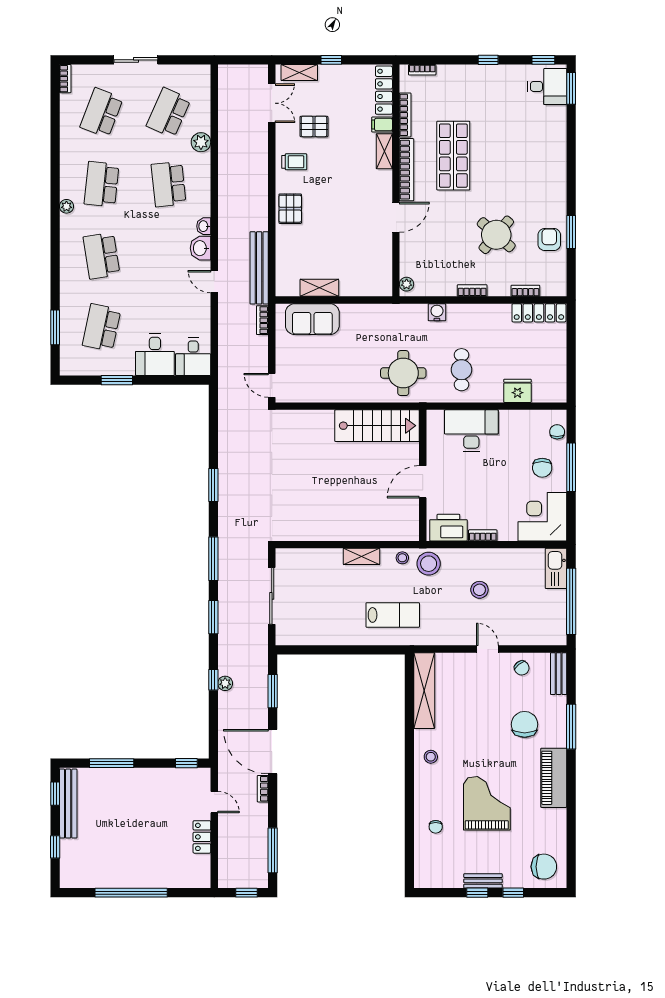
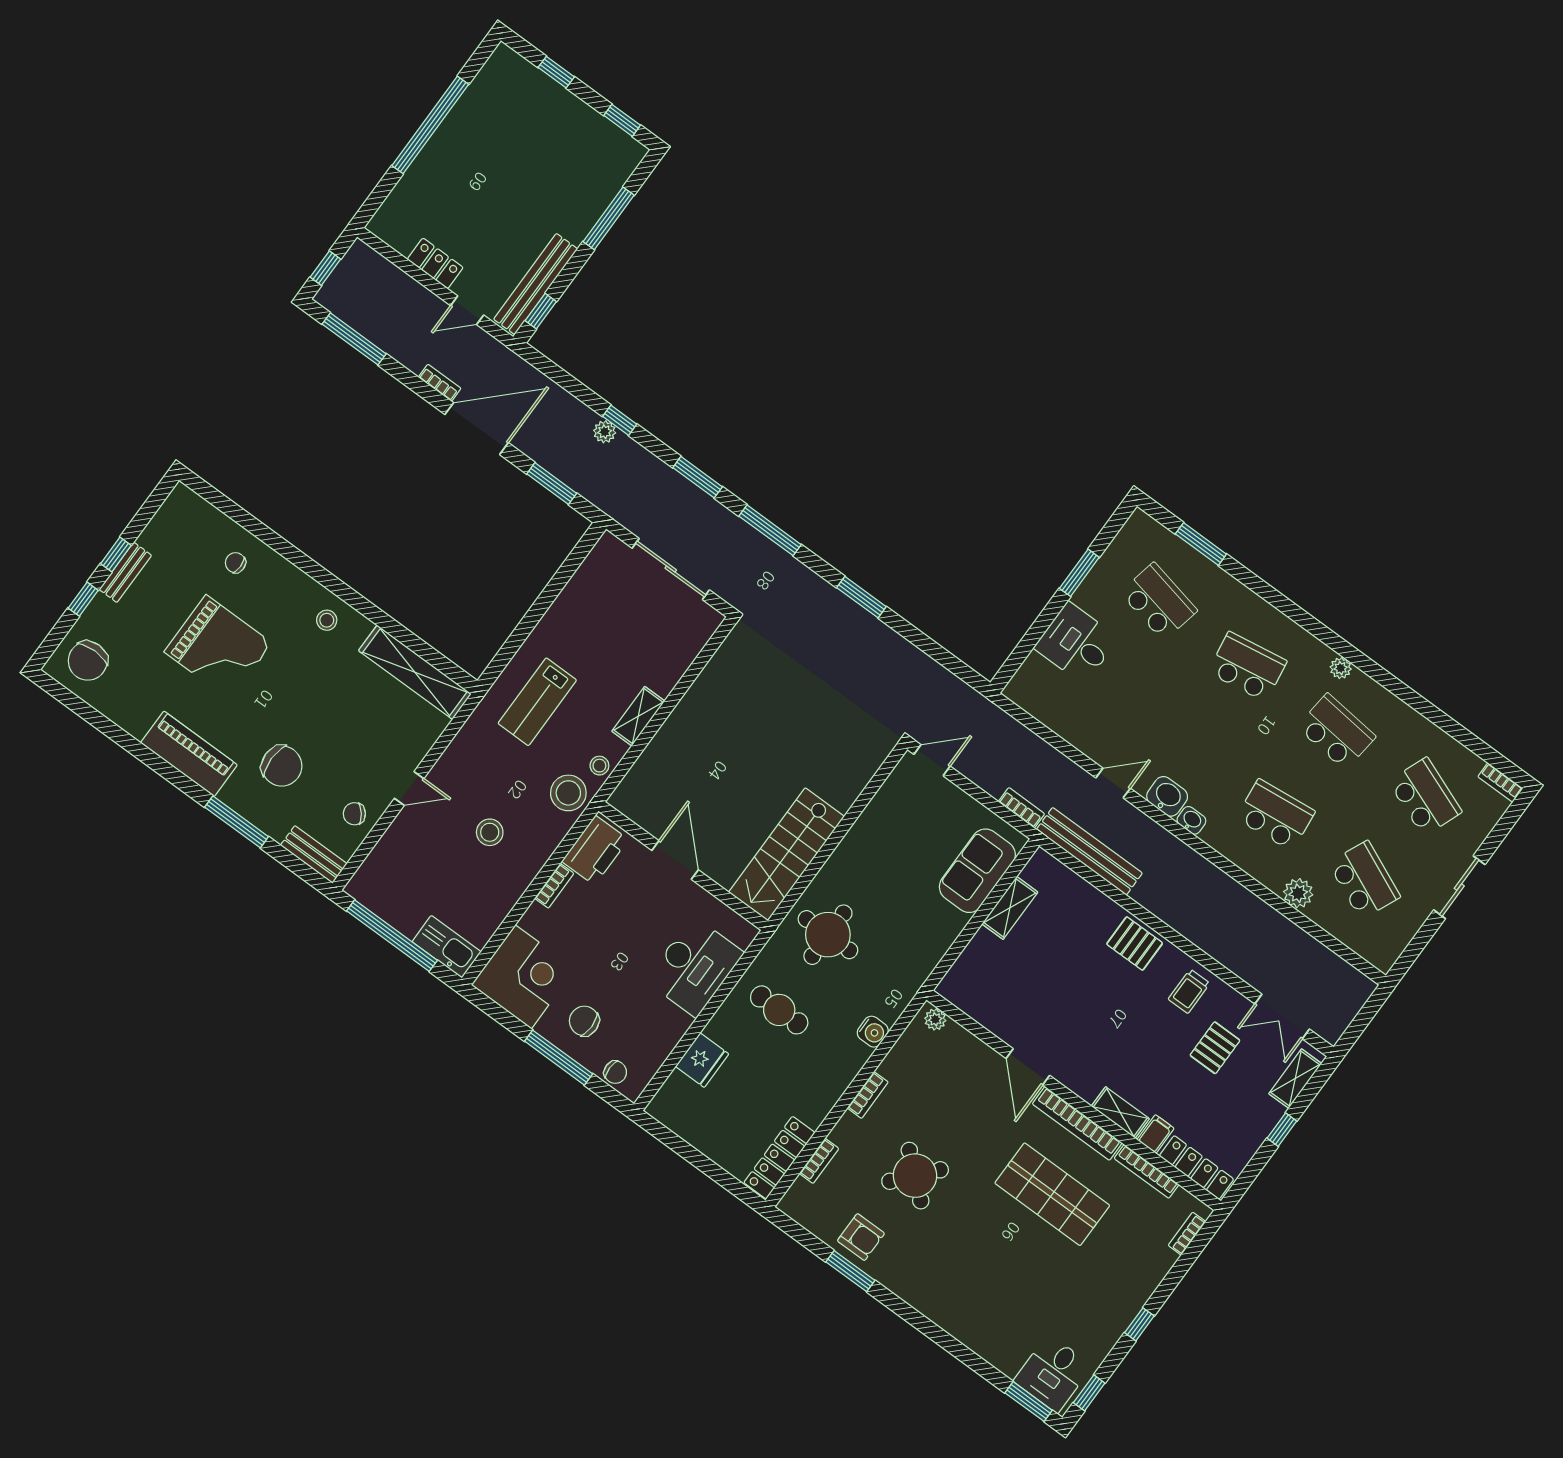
desk: (193, 357) -> (1039, 689), removed
bench: (68, 804) -> (536, 284), moved, turned 90

